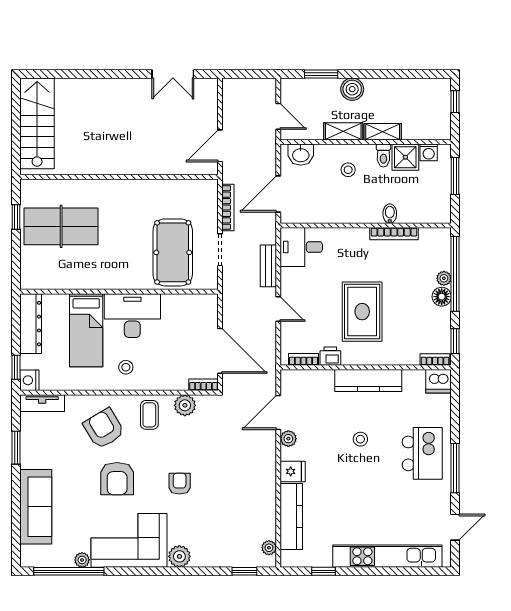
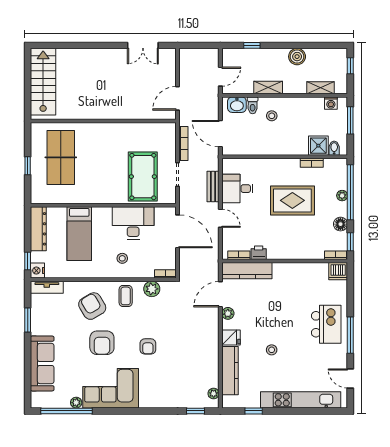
window: (321, 74) -> (252, 45), width x0.67
boiler: (352, 89) -> (297, 57), moved
door: (278, 116) -> (220, 77), hinge flipped
shelving: (383, 132) -> (321, 88), moved
toilet: (383, 155) -> (253, 105), moved
shower: (405, 157) -> (318, 146), moved
door: (278, 194) -> (220, 134), hinge flipped
bidet: (390, 214) -> (334, 148), moved
window: (16, 217) -> (28, 166), moved
table tennis table: (61, 226) -> (61, 157), turned 90
bookcase: (394, 234) -> (312, 163), width x0.64
desk: (301, 247) -> (237, 189), moved
floor lamp: (442, 297) -> (340, 224), moved
rug: (362, 312) -> (292, 200), moved, turned 90
desk: (132, 316) -> (133, 223), moved
door: (220, 351) -> (178, 231), moved
stool: (126, 367) -> (122, 258), moved
kitchen counter: (368, 380) -> (247, 271), moved
stool: (360, 439) -> (272, 350), moved
armchair: (180, 484) -> (148, 346), turned 180
door: (455, 527) -> (350, 378), swing flipped
plant: (179, 556) -> (148, 400), removed

